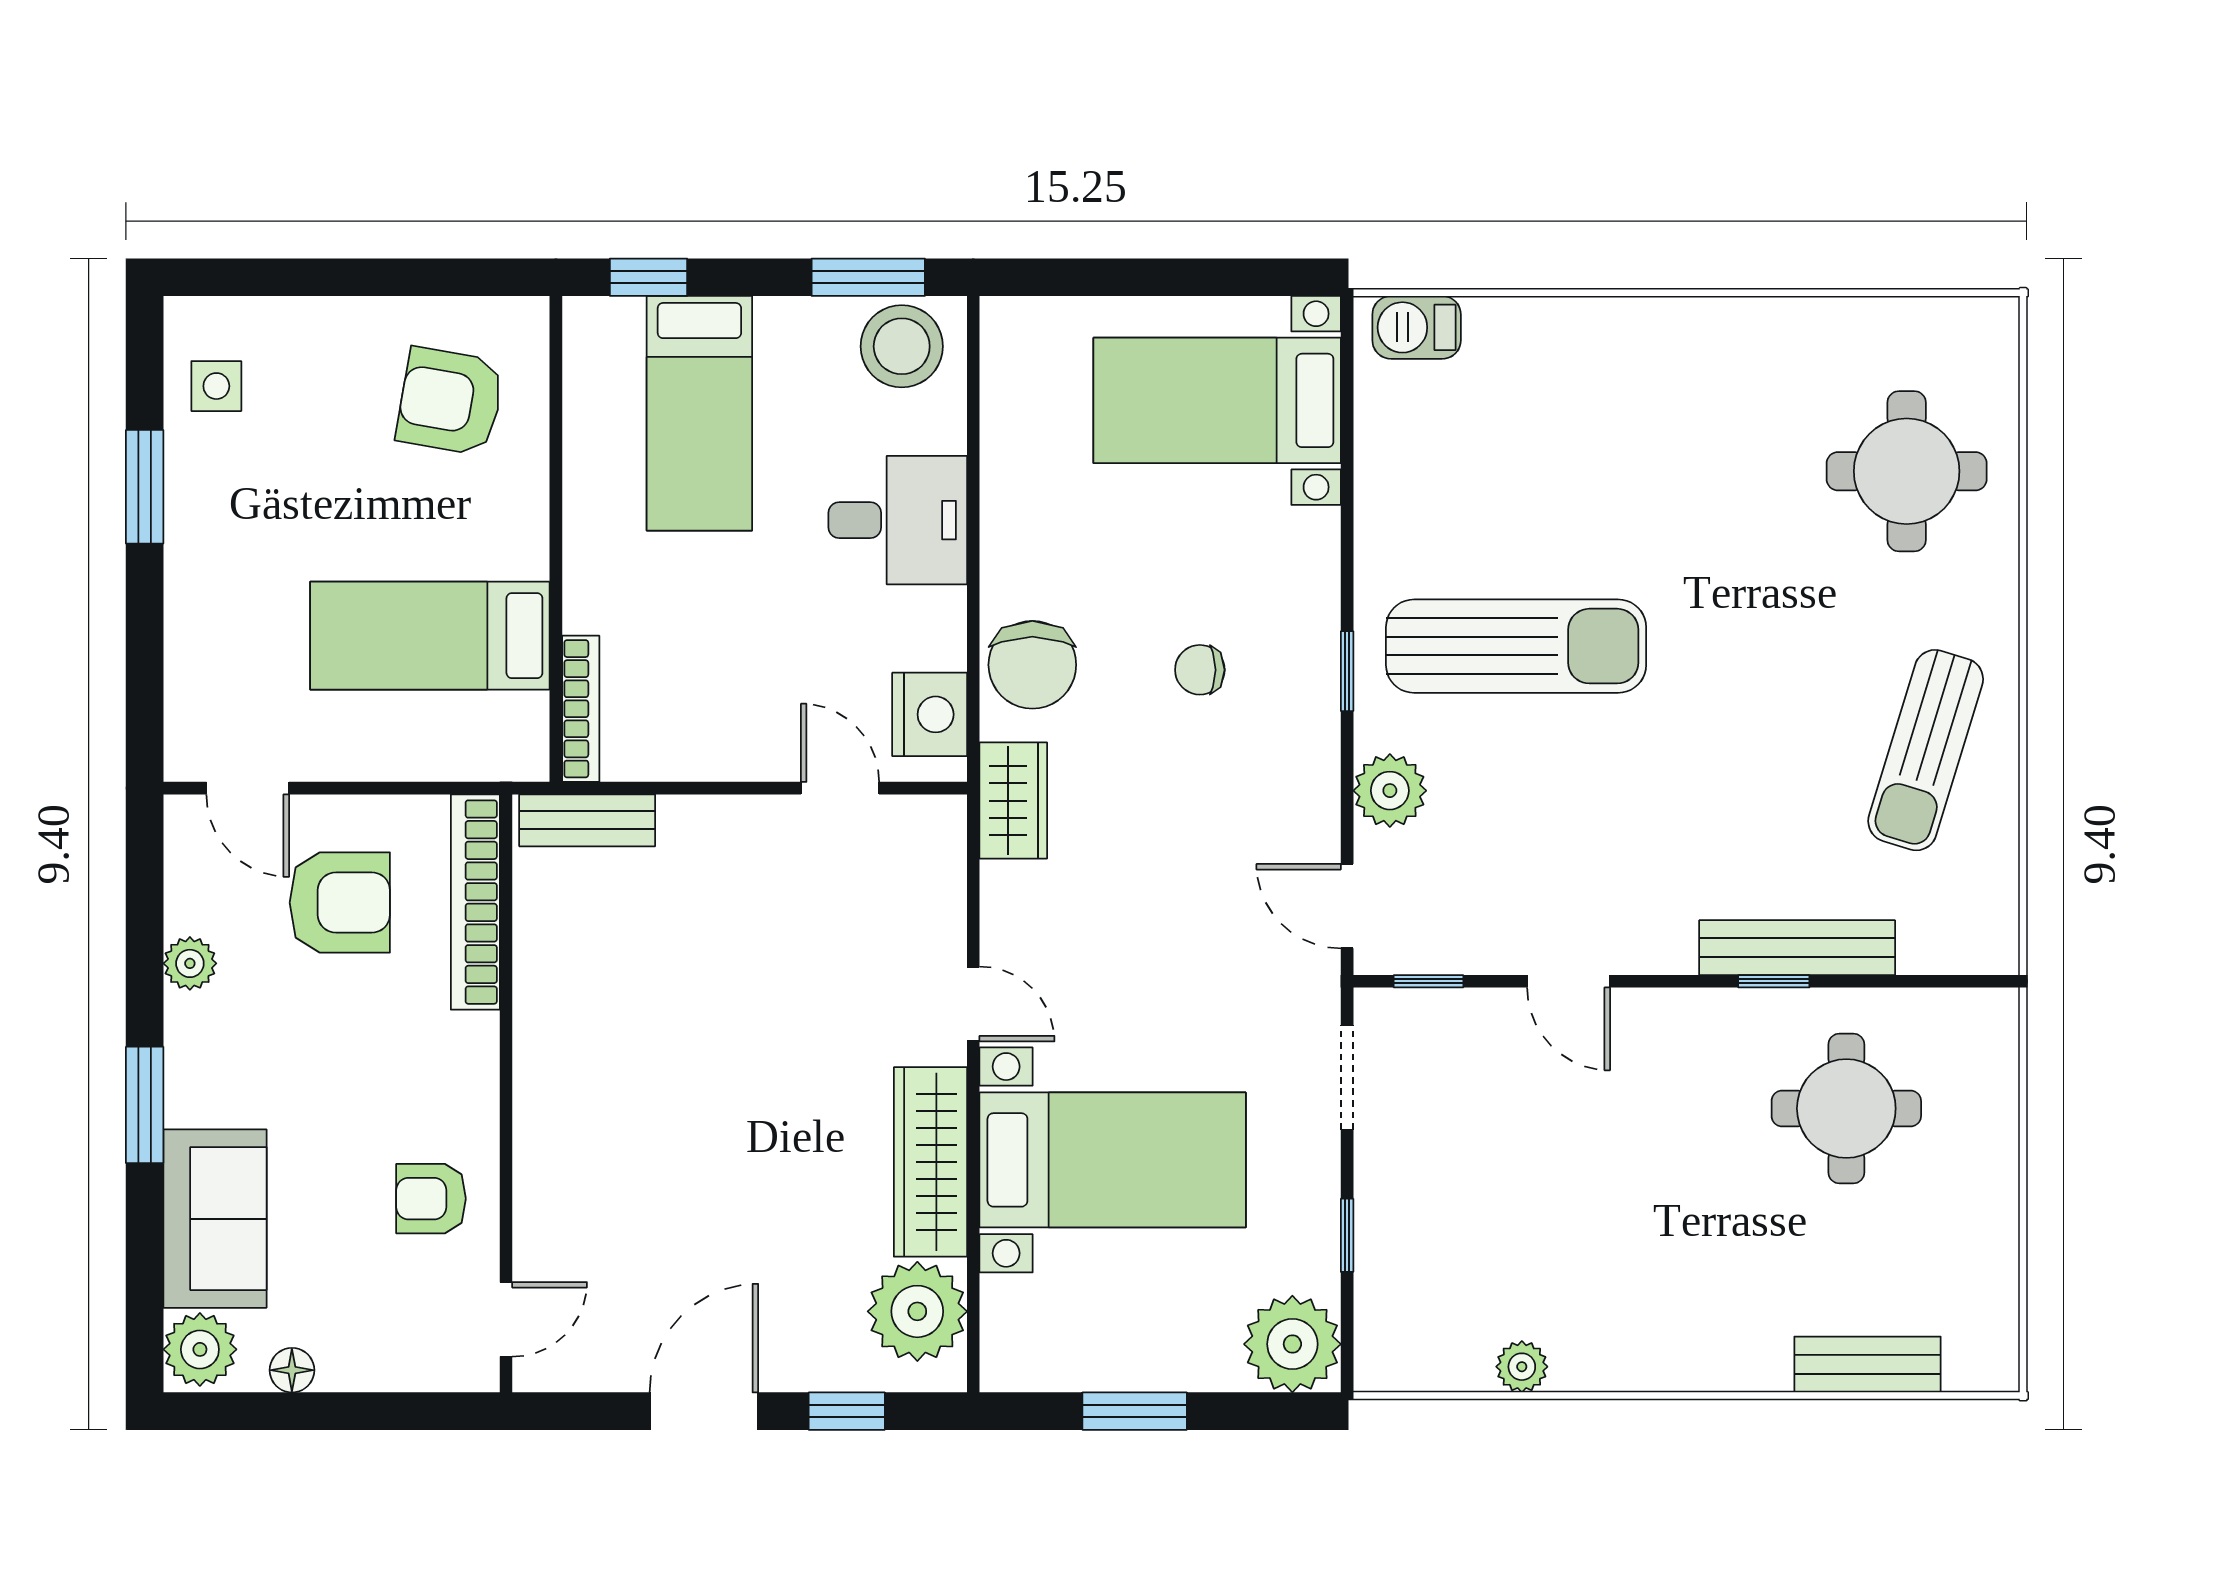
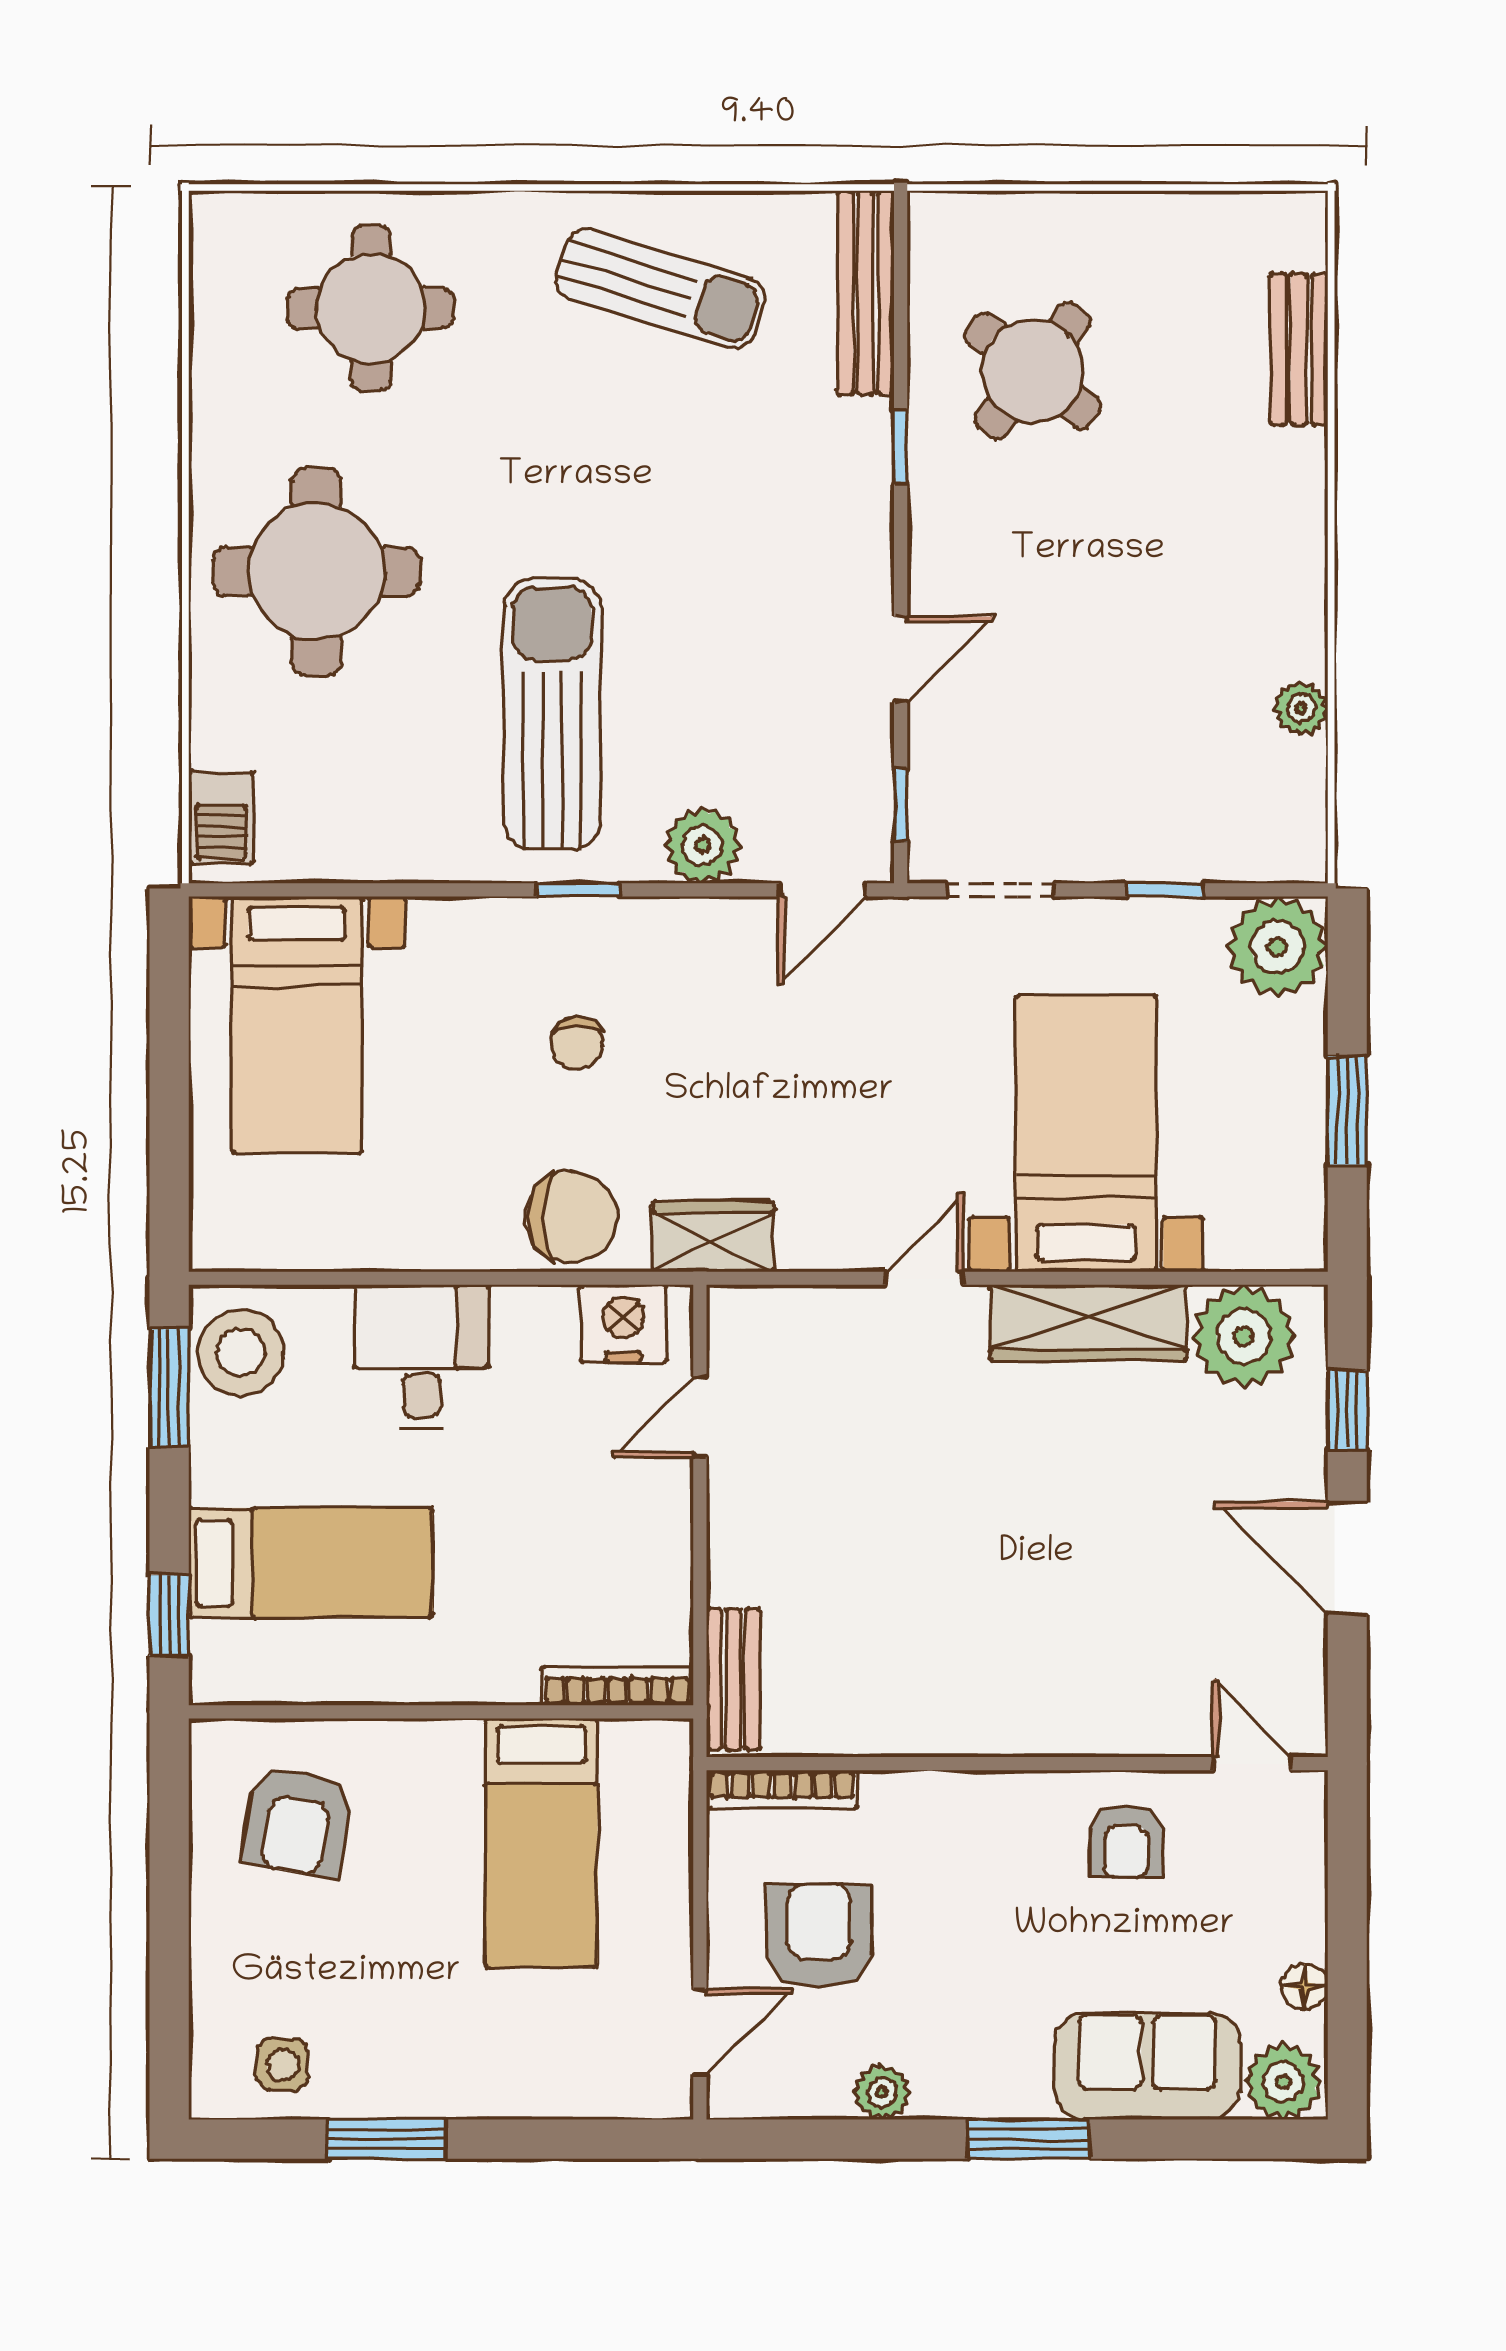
round table: (1654, 419) -> (316, 571), added
bookcase: (475, 902) -> (782, 1790), width x0.68, depth x0.76
bench: (1797, 948) -> (866, 293), moved
round table: (1846, 1108) -> (1033, 371), turned 38

